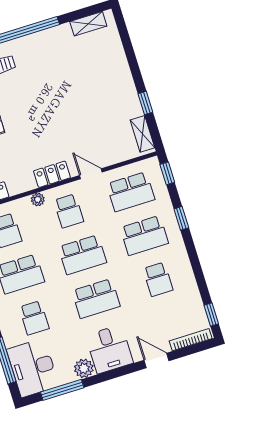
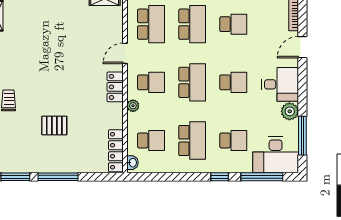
school desk: (96, 299) -> (233, 82), width x0.54

